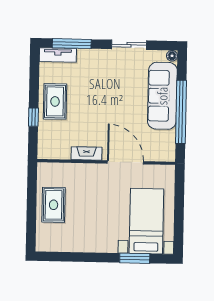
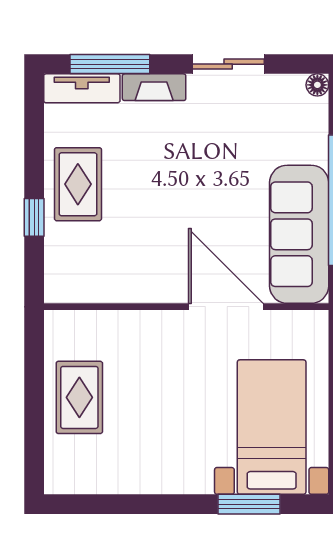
sofa: (162, 96) -> (299, 234), moved
fireplace: (86, 153) -> (154, 87), moved, turned 180

